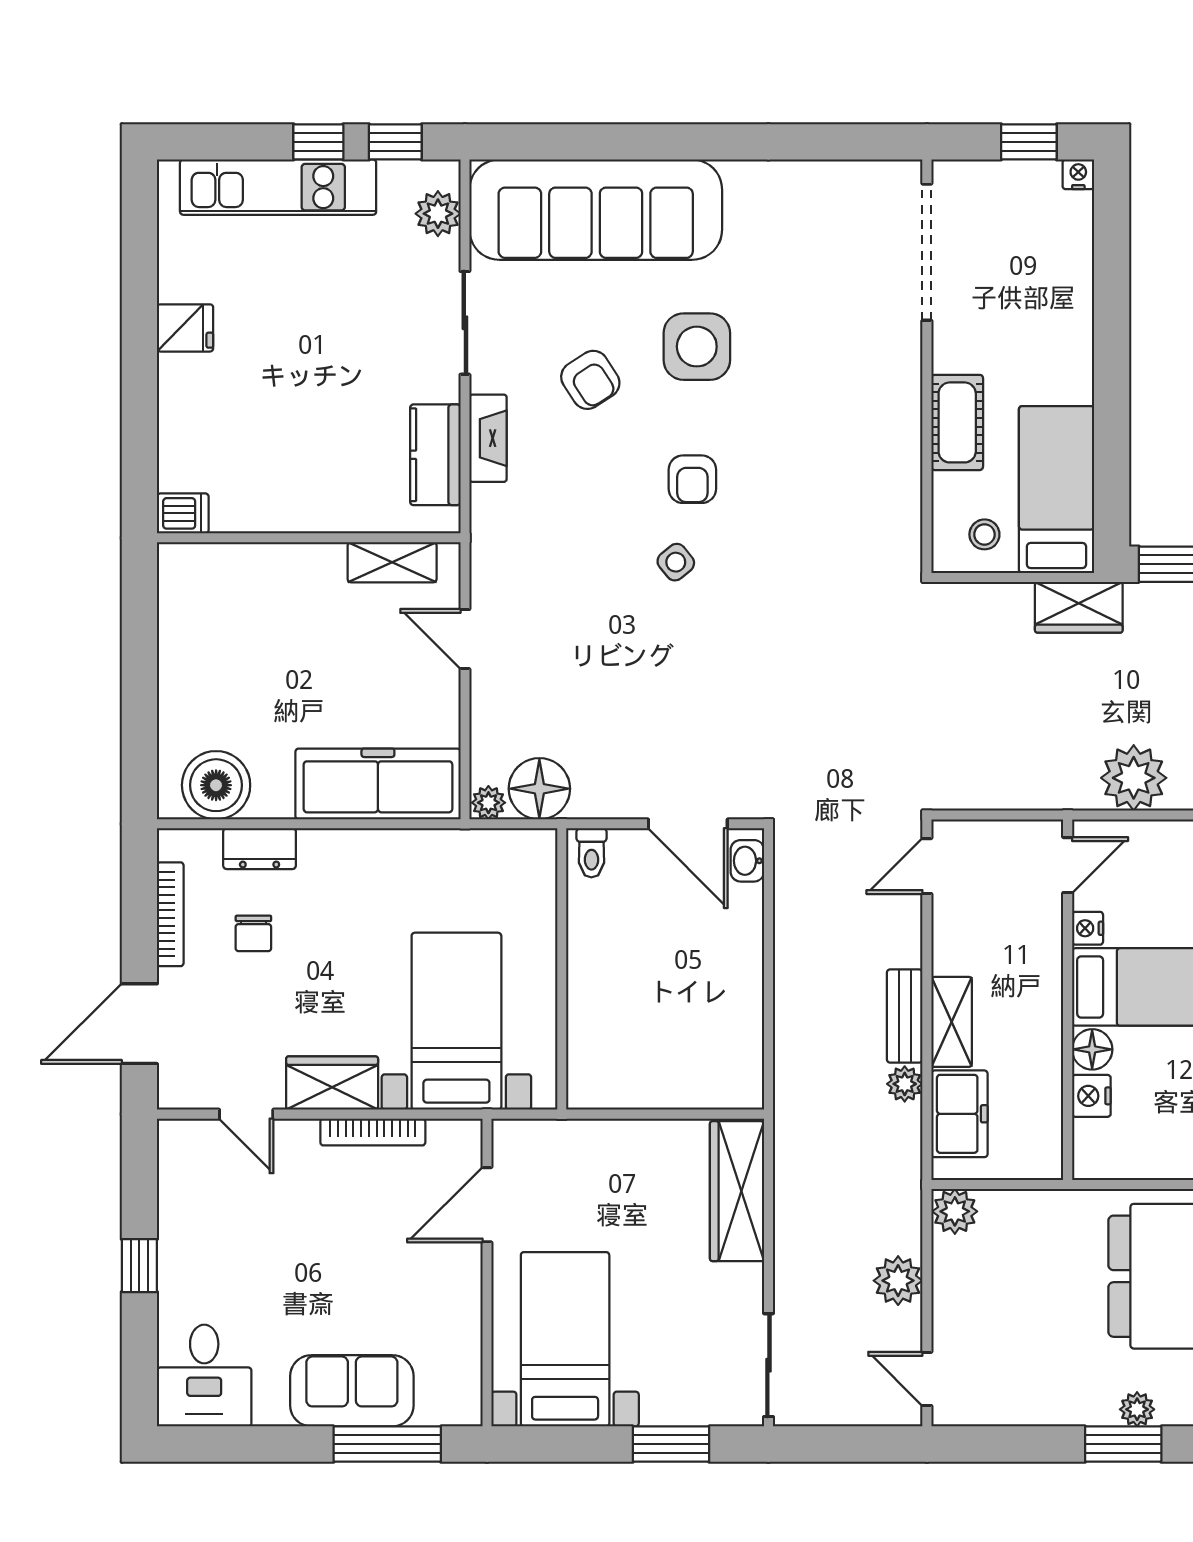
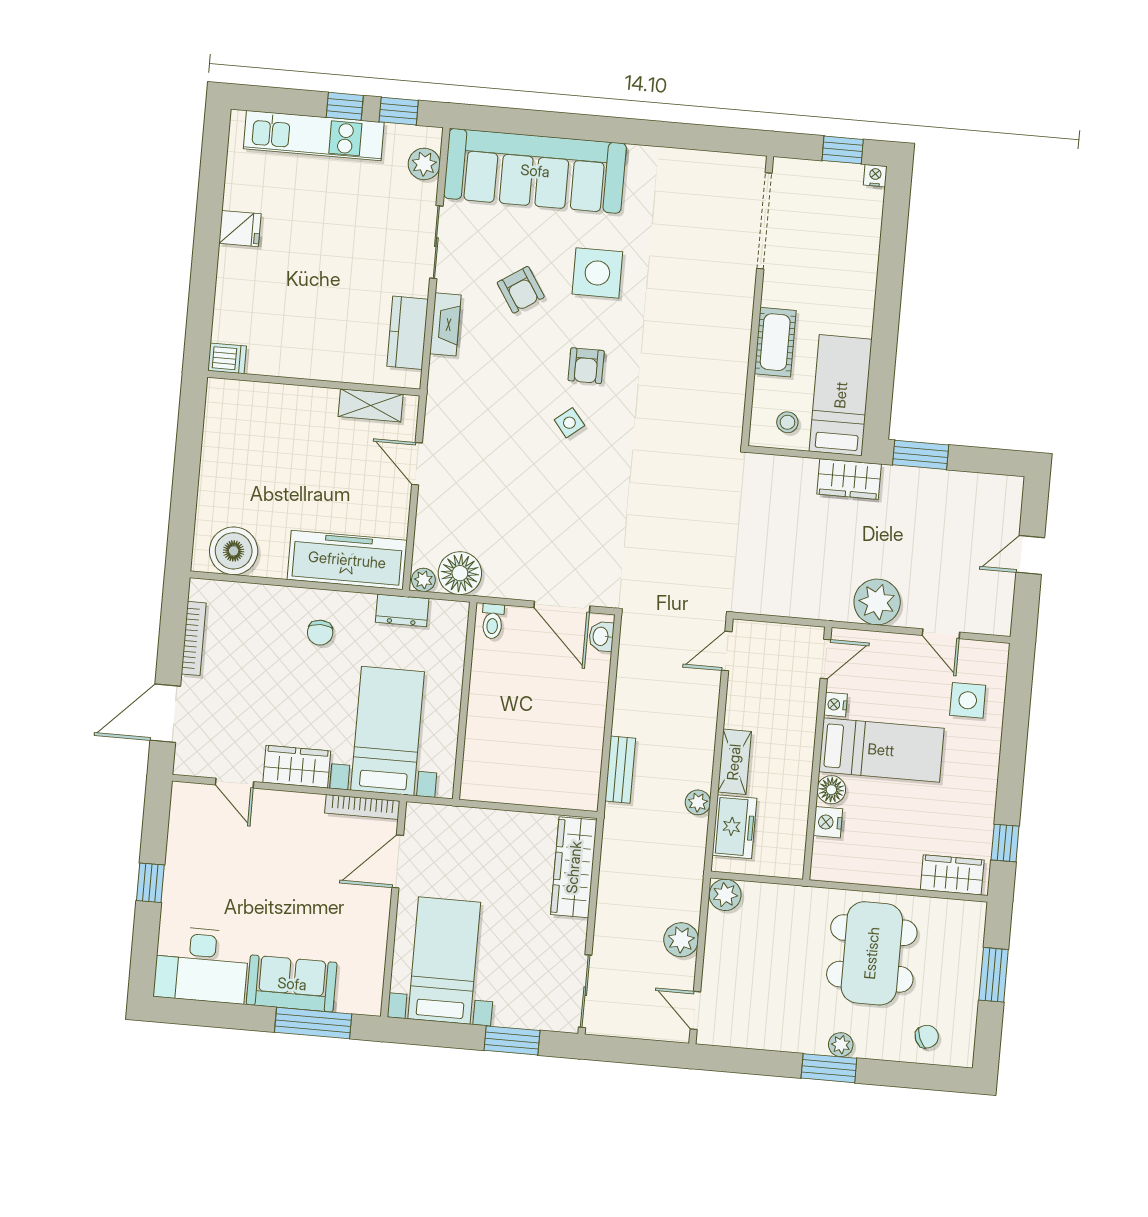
dresser: (260, 849) -> (402, 610), moved
chair: (253, 933) -> (320, 633), moved
bench: (905, 1016) -> (620, 770), moved
bookcase: (373, 1132) -> (362, 807), moved
desk: (204, 1376) -> (201, 965), width x1.37

